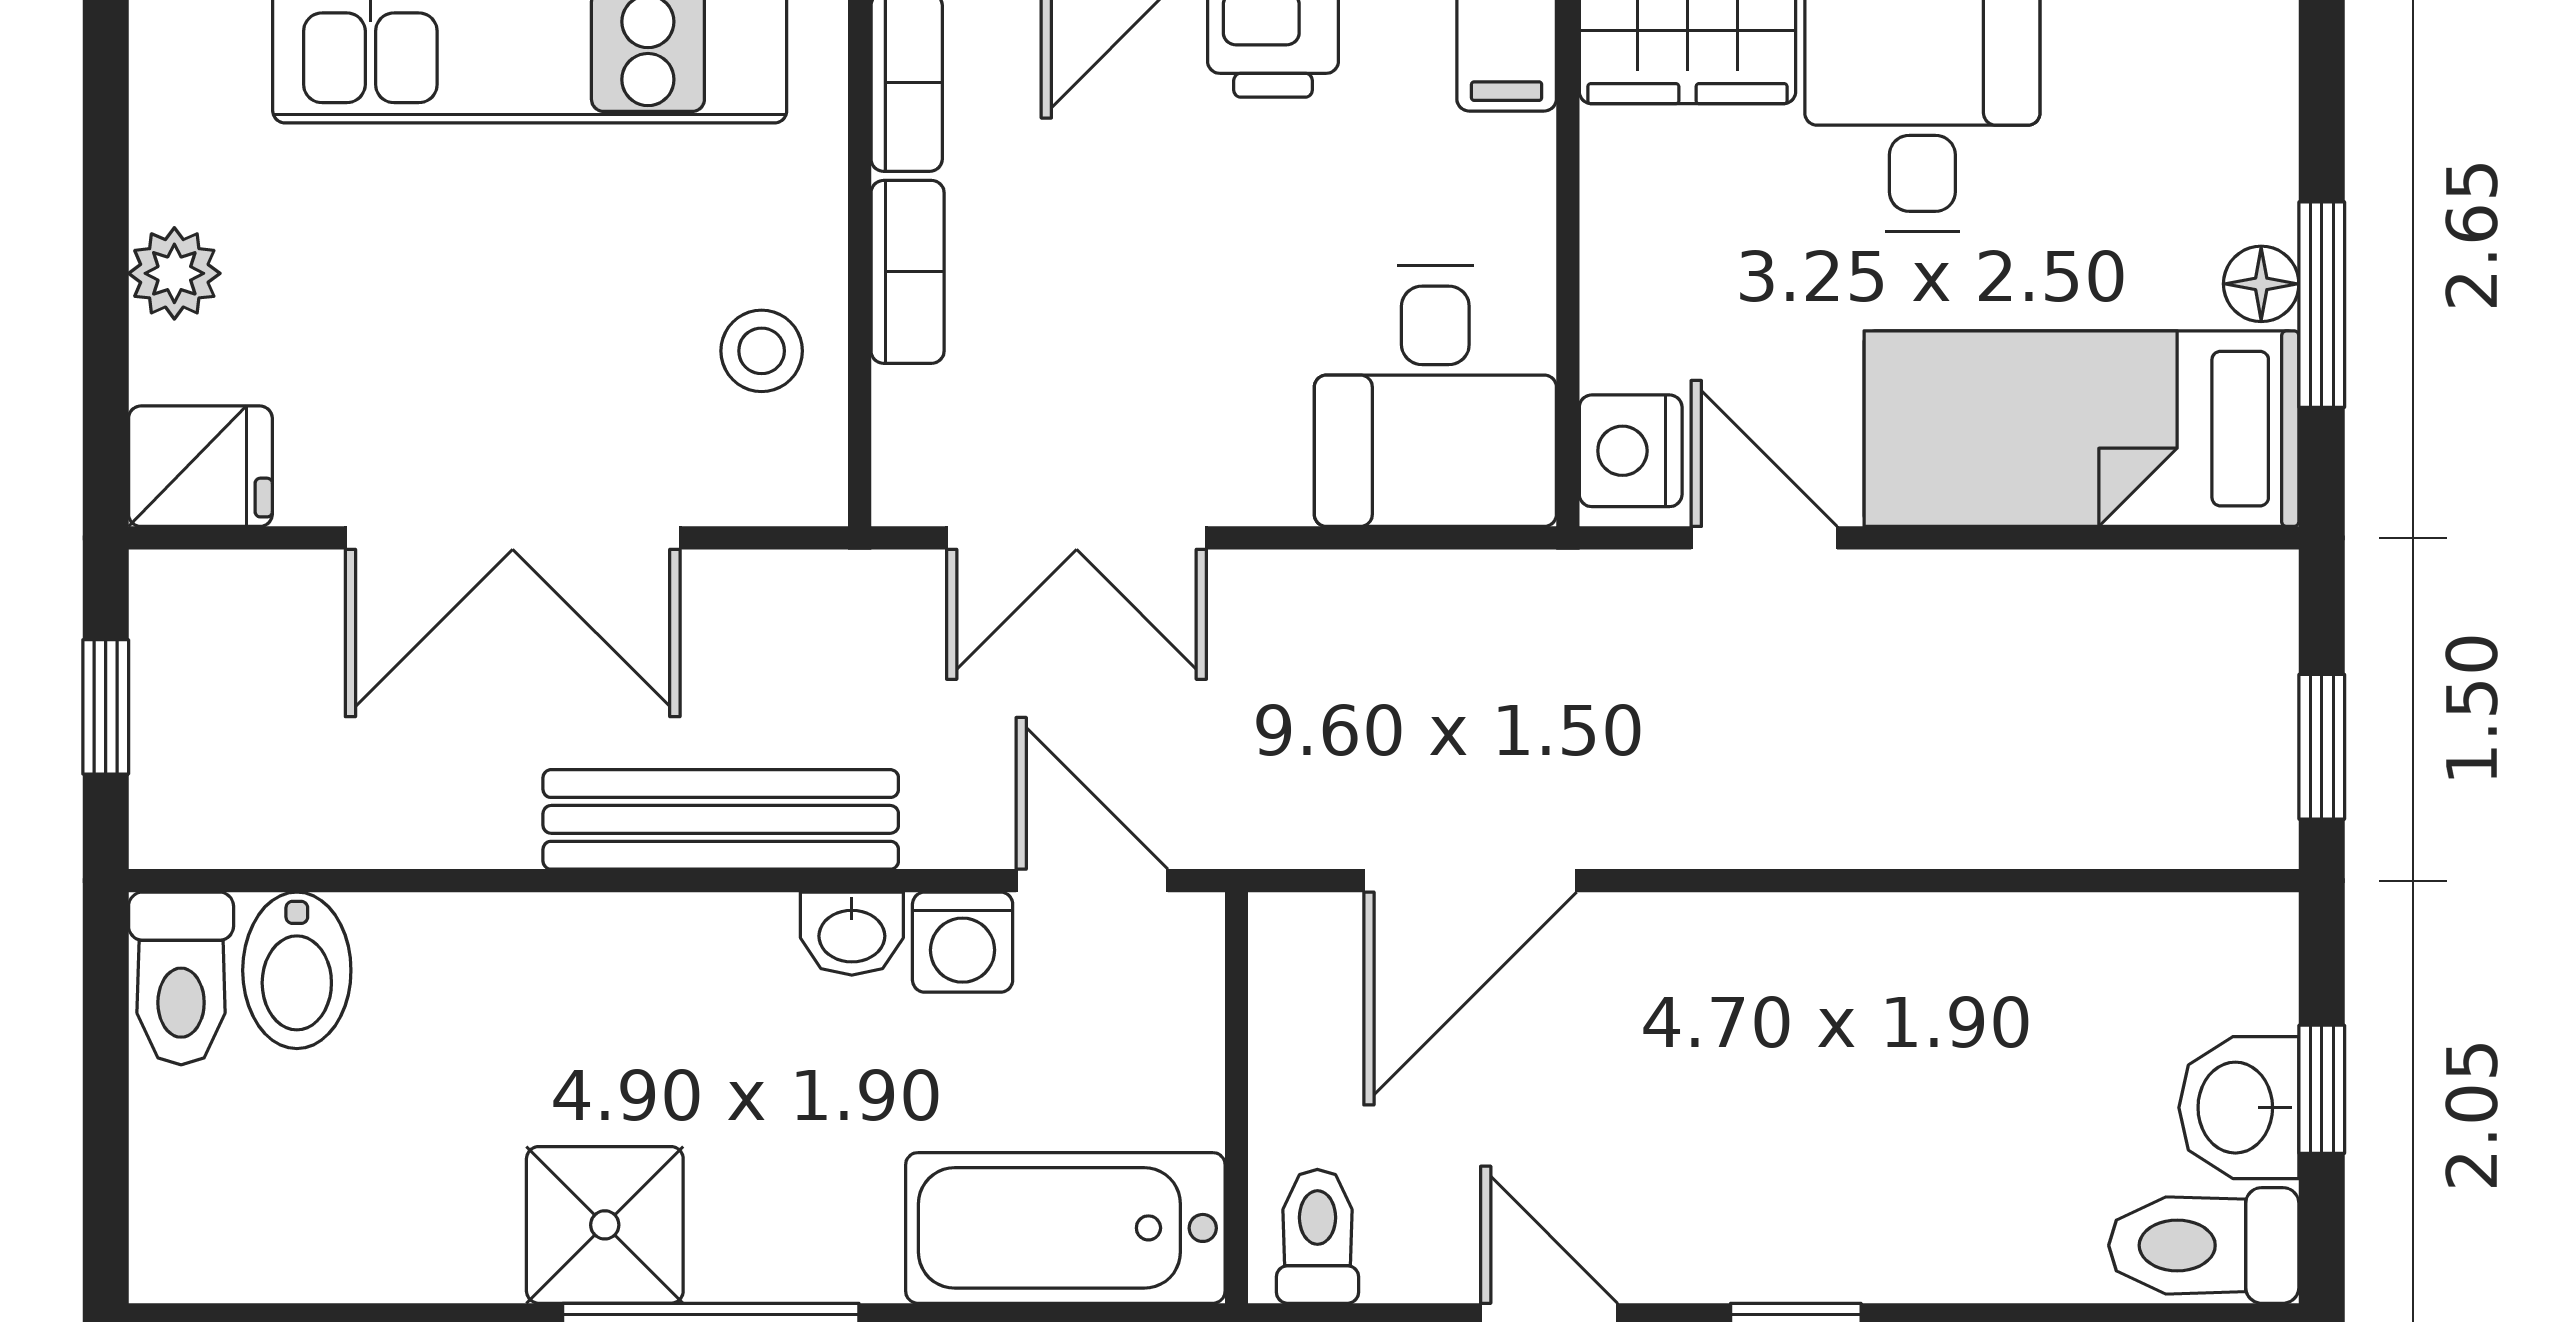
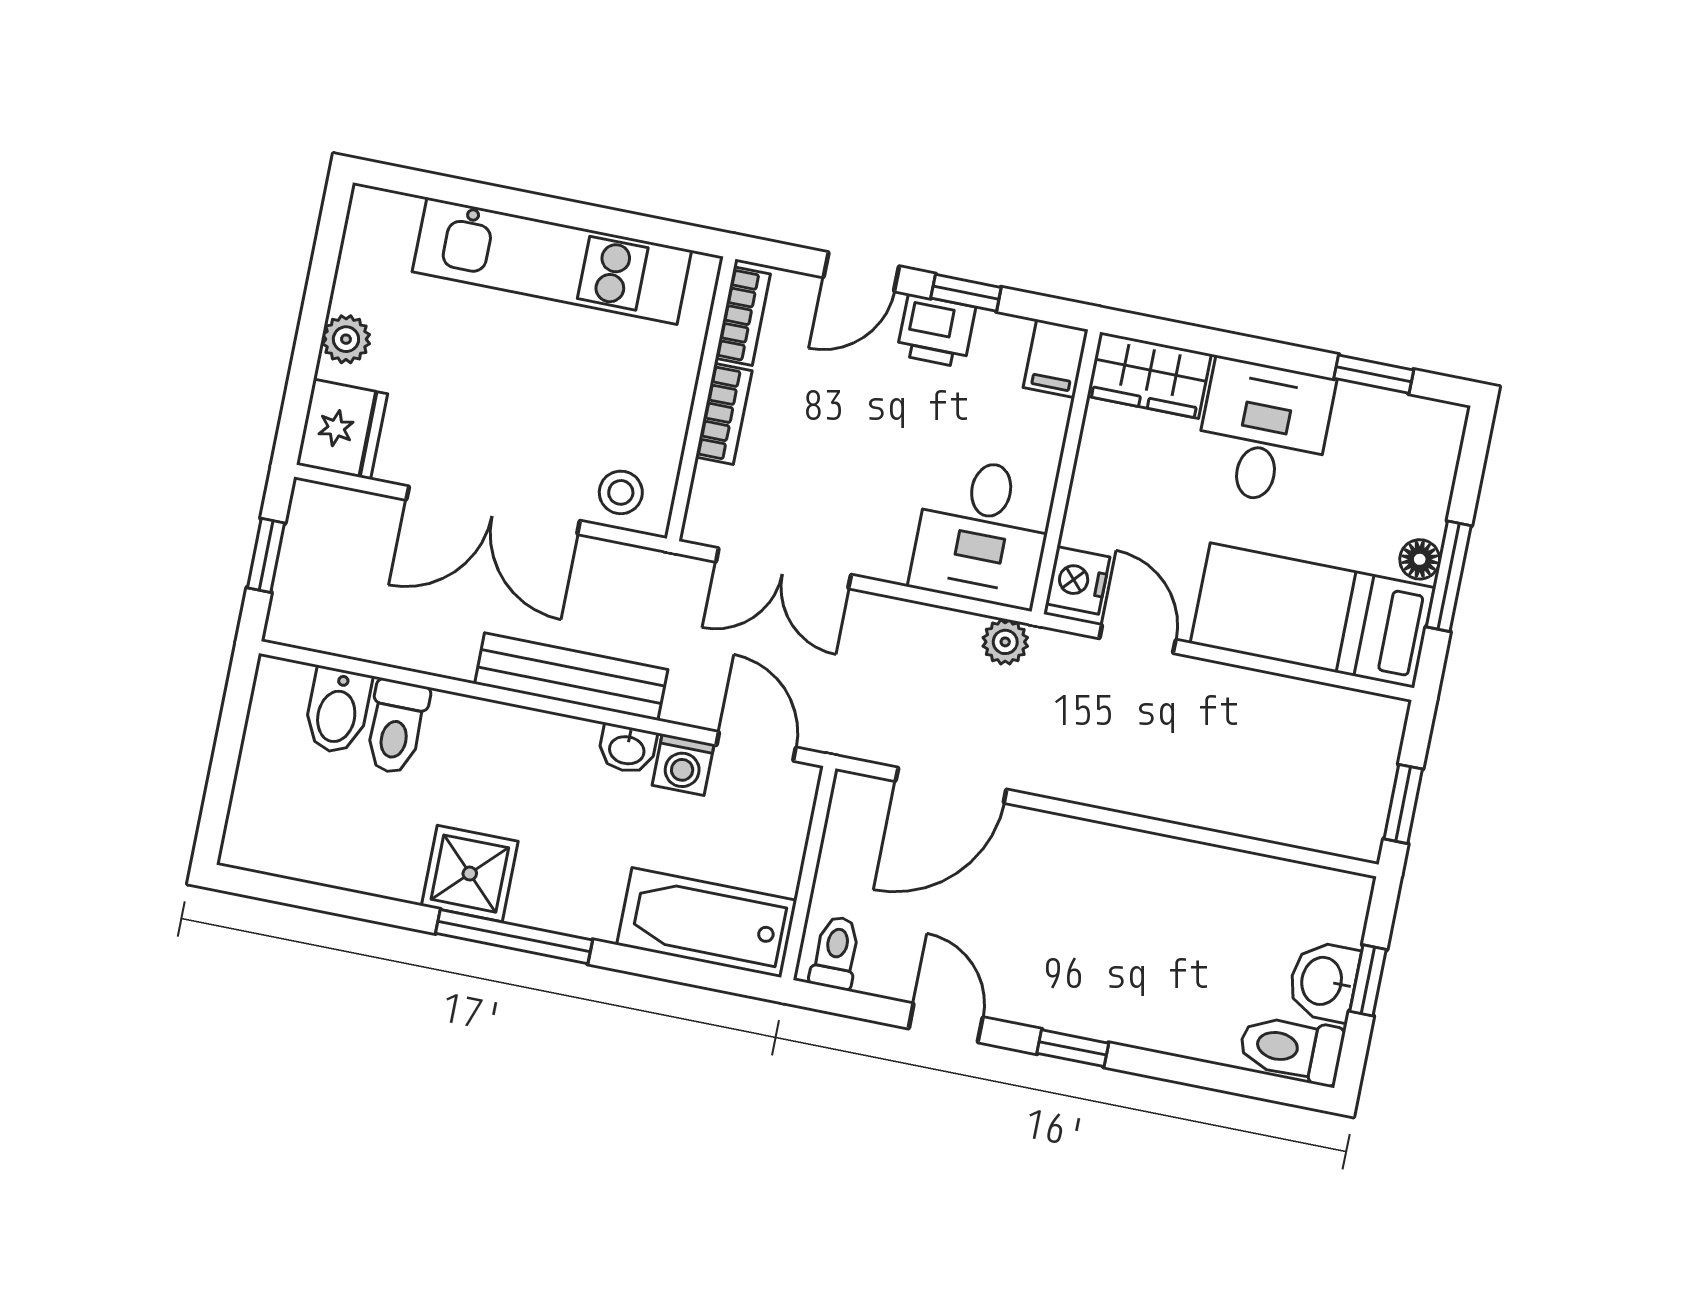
stool: (762, 351) -> (621, 492), moved
fridge: (200, 466) -> (342, 429), width x1.38
plant: (1518, 593) -> (1005, 642), added
toilet: (181, 978) -> (396, 727), moved

